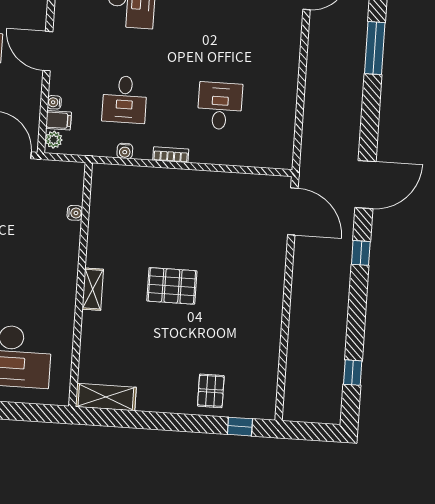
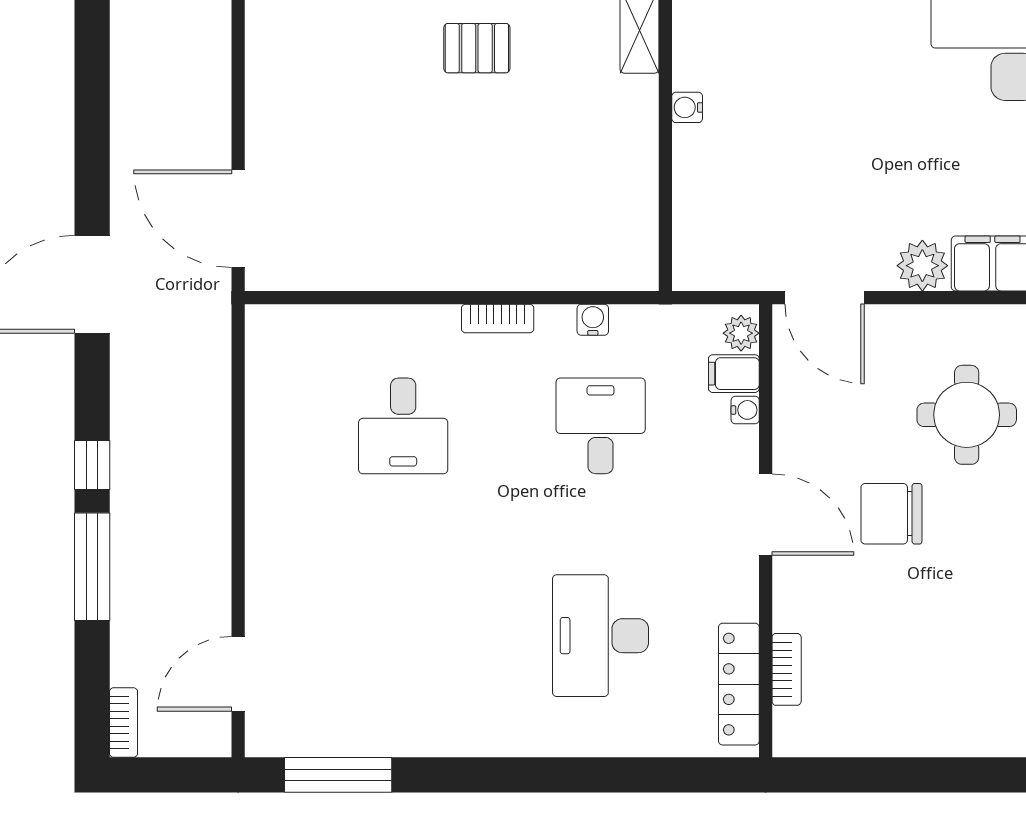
water cooler: (75, 213) -> (687, 107), moved
window: (361, 253) -> (92, 465), moved
pallet: (172, 286) -> (477, 48), width x0.67, depth x0.71

